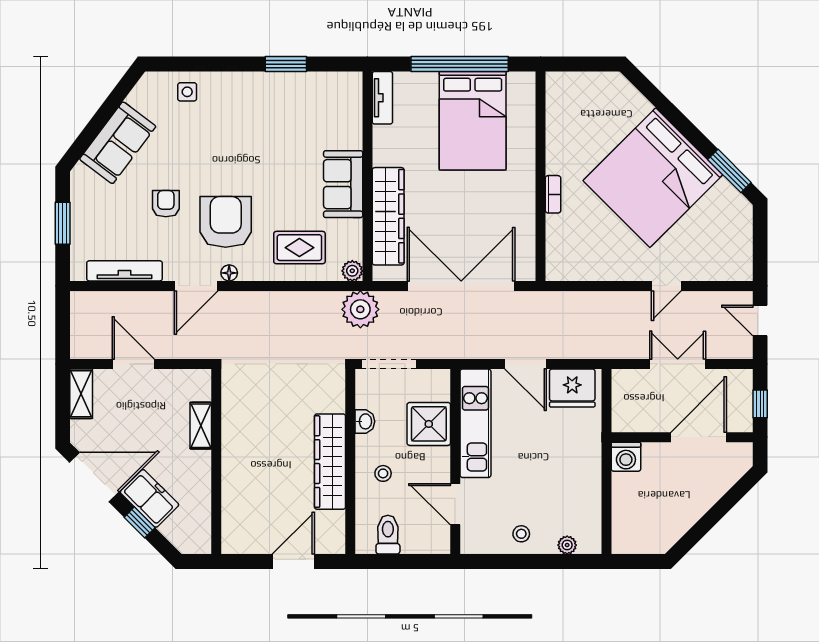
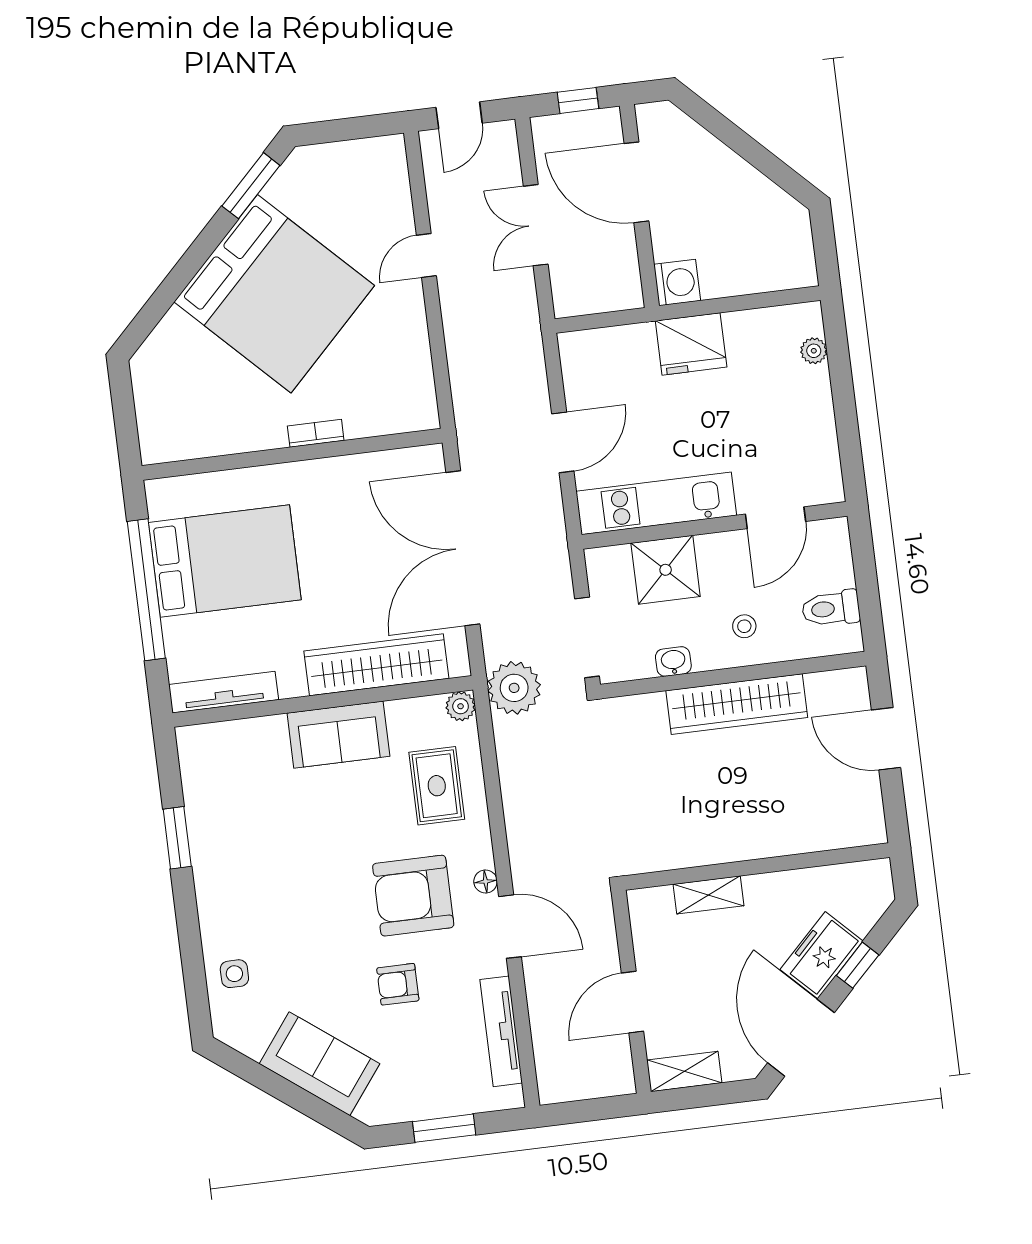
tv unit: (382, 98) -> (224, 692), width x1.41
door: (666, 286) -> (426, 255), swing flipped
fridge: (572, 388) -> (691, 344), moved, turned 90
stool: (521, 534) -> (806, 418), removed

